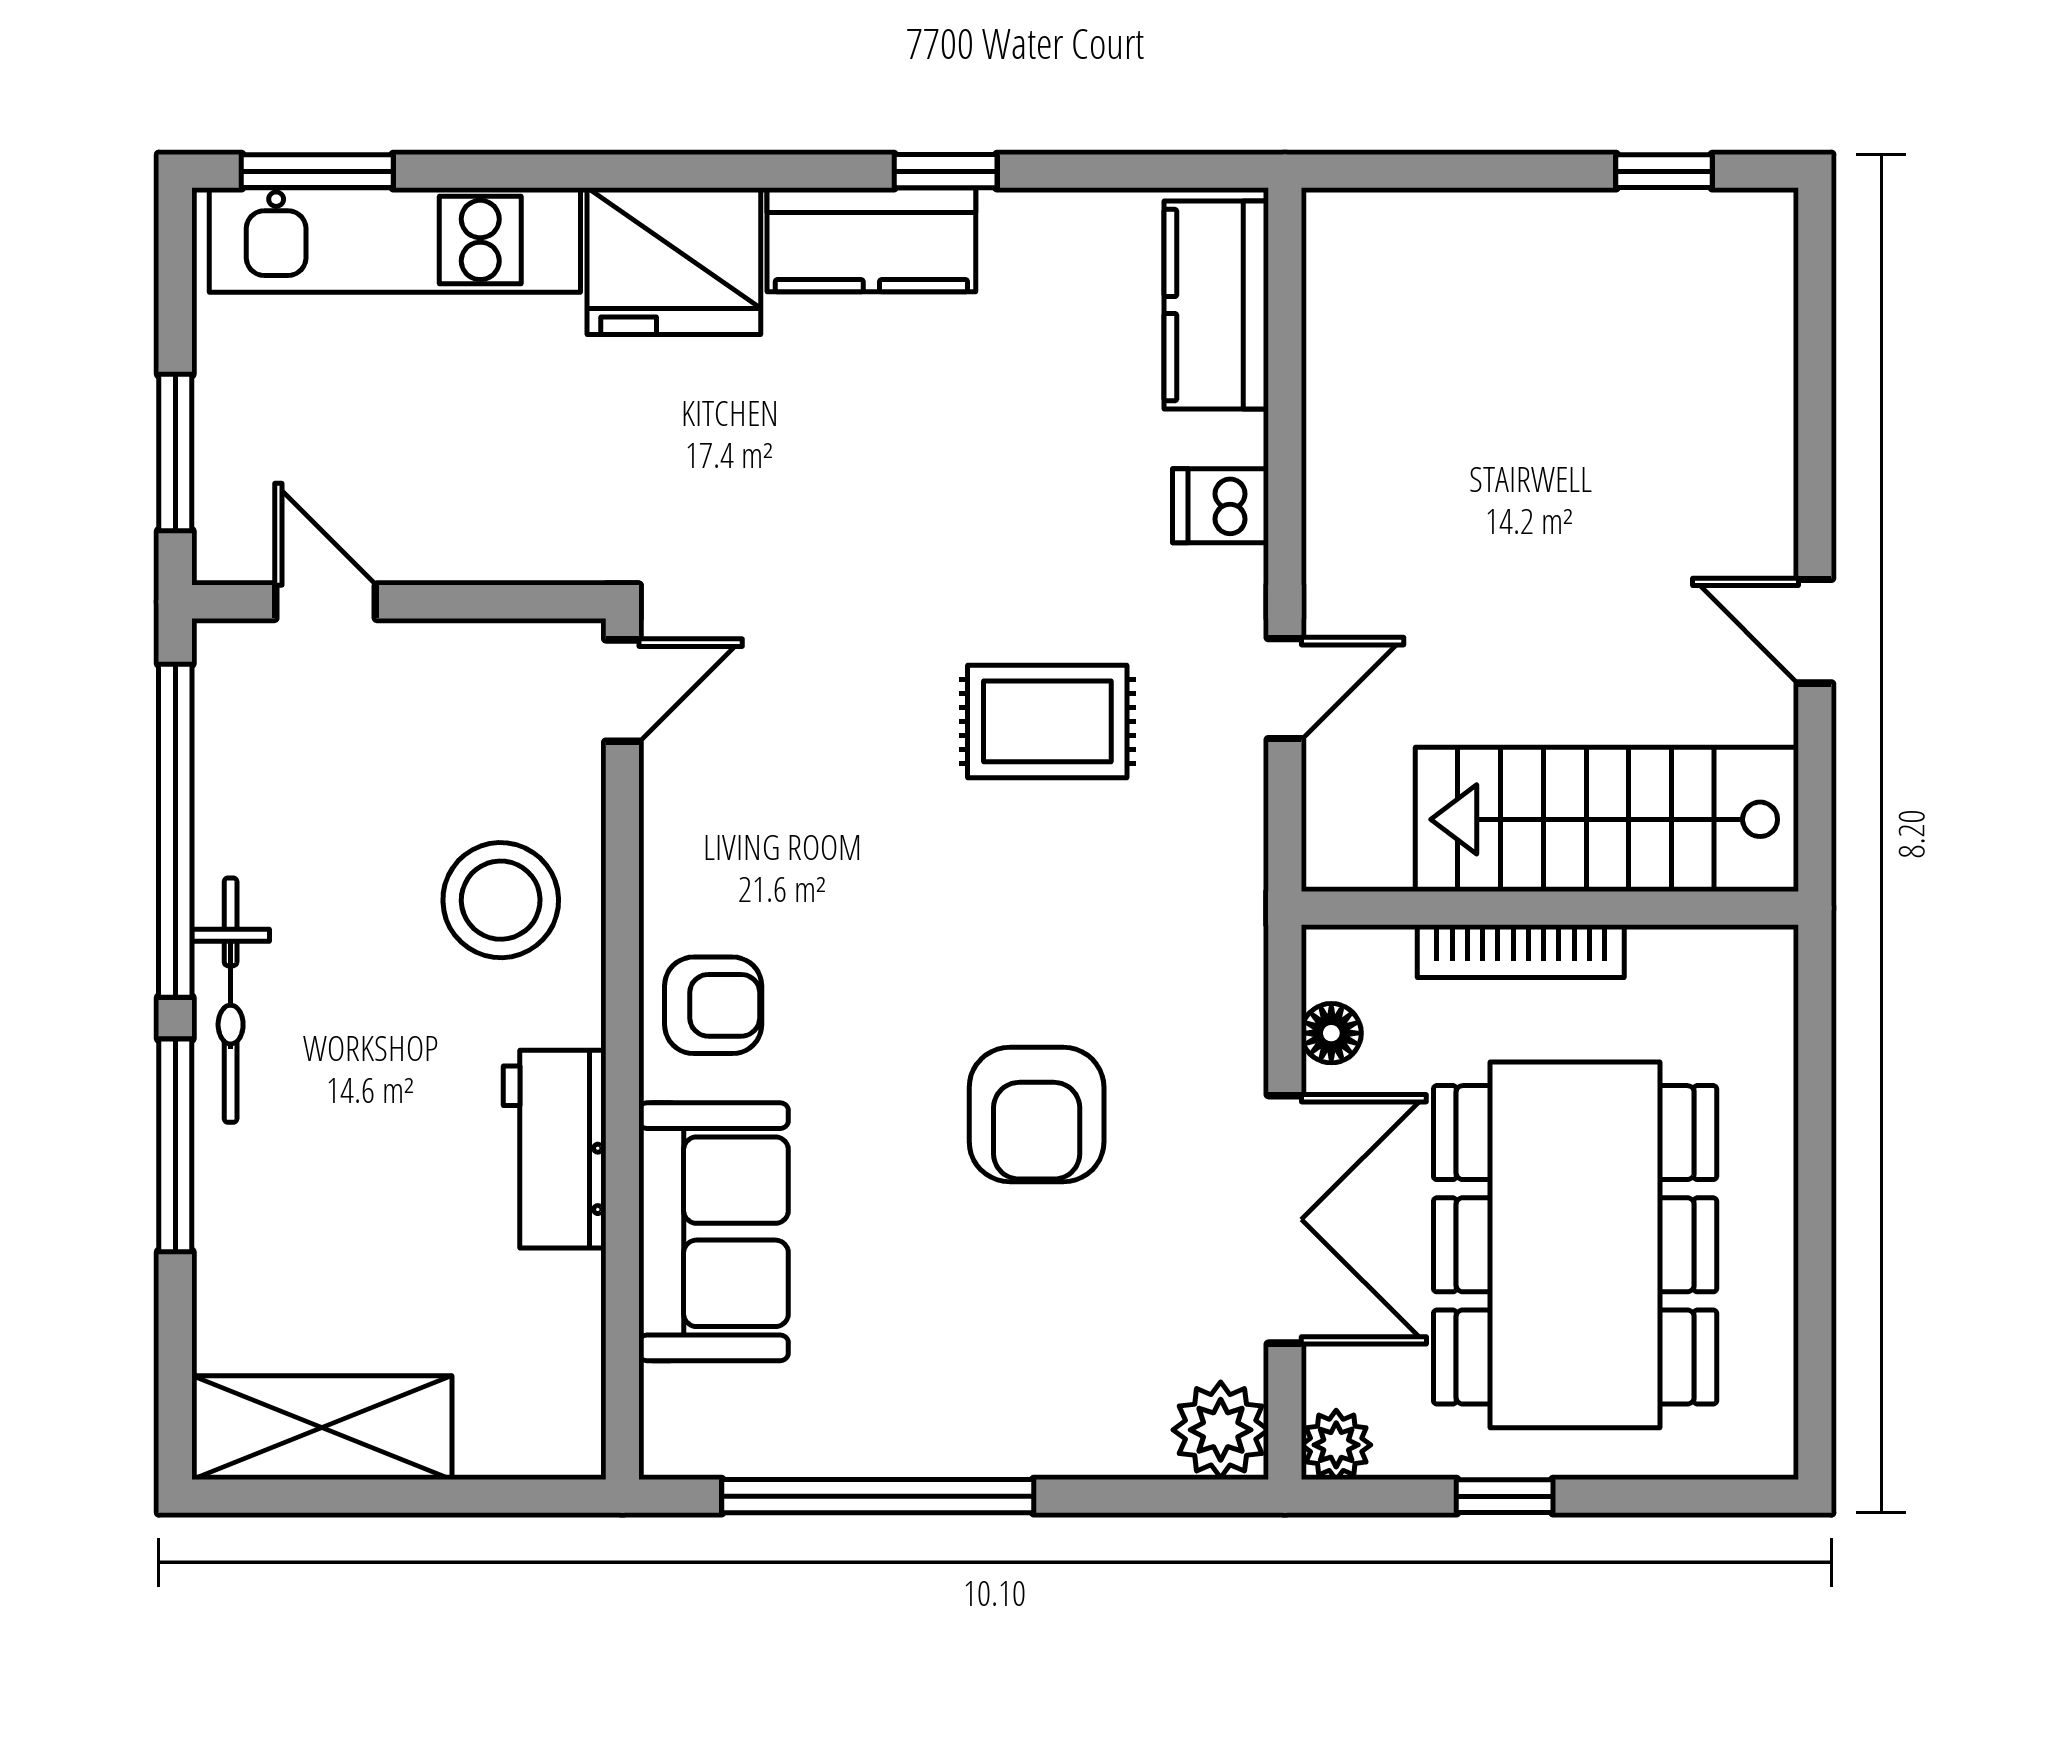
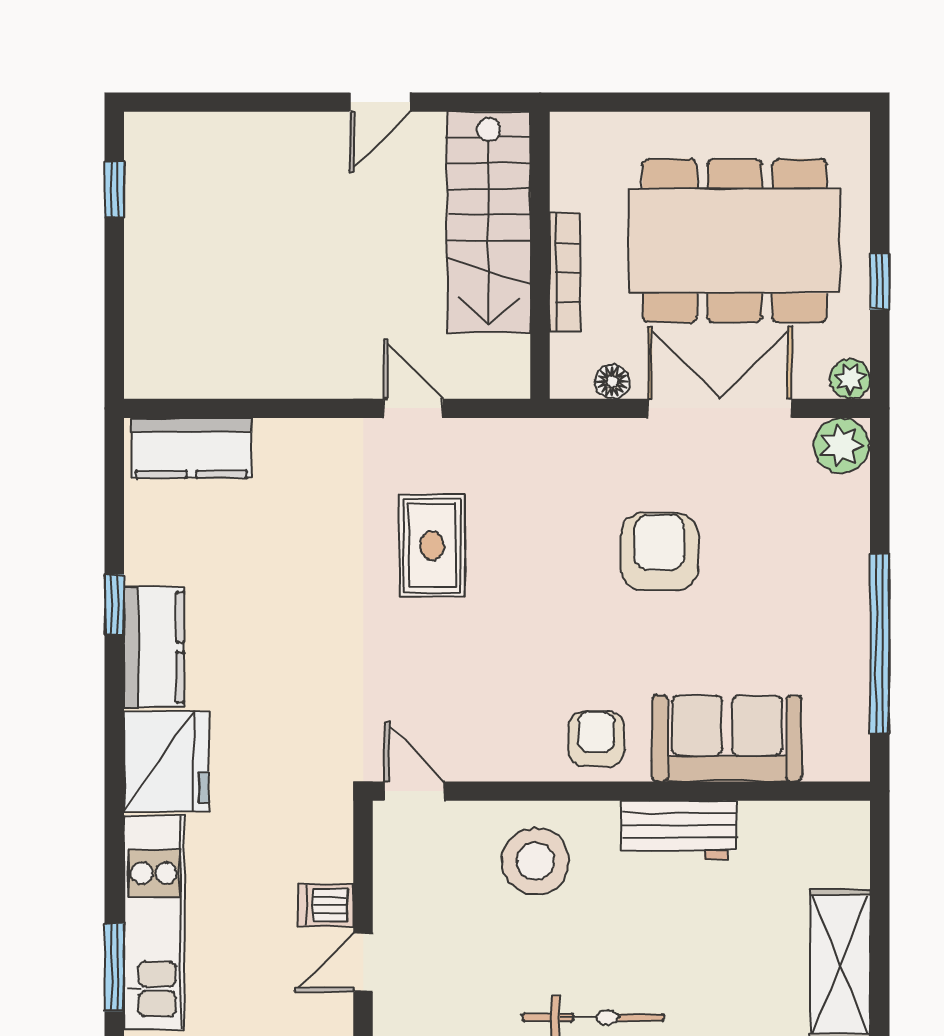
dishwasher: (1221, 506) -> (326, 905), moved, turned 90
armchair: (1037, 1115) -> (659, 552), turned -90

